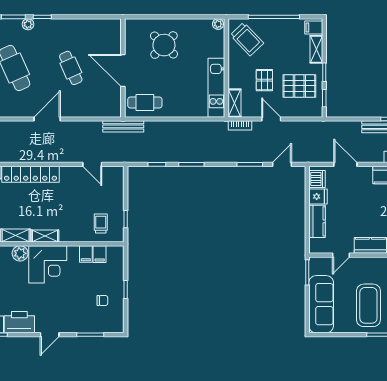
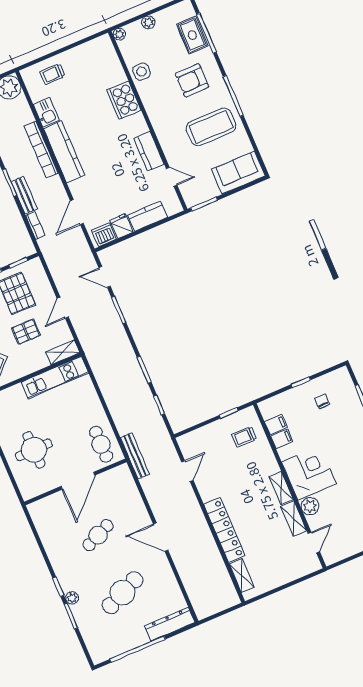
round table: (164, 45) -> (34, 450), turned 45
bookcase: (240, 125) -> (35, 225), moved
sofa: (321, 304) -> (238, 173), width x0.73

